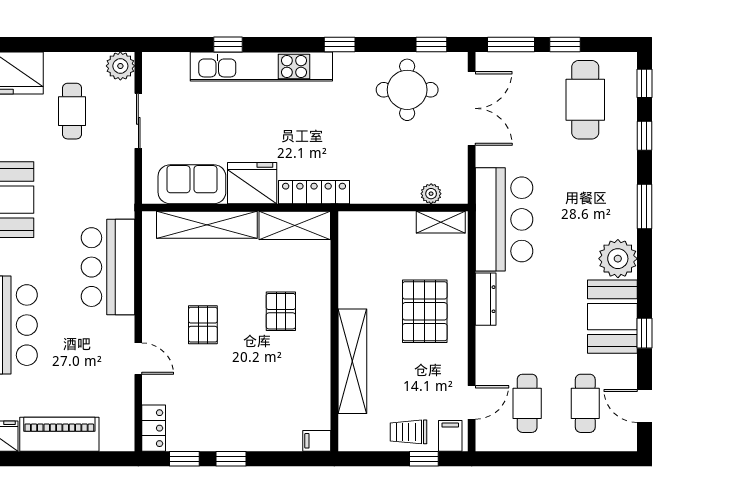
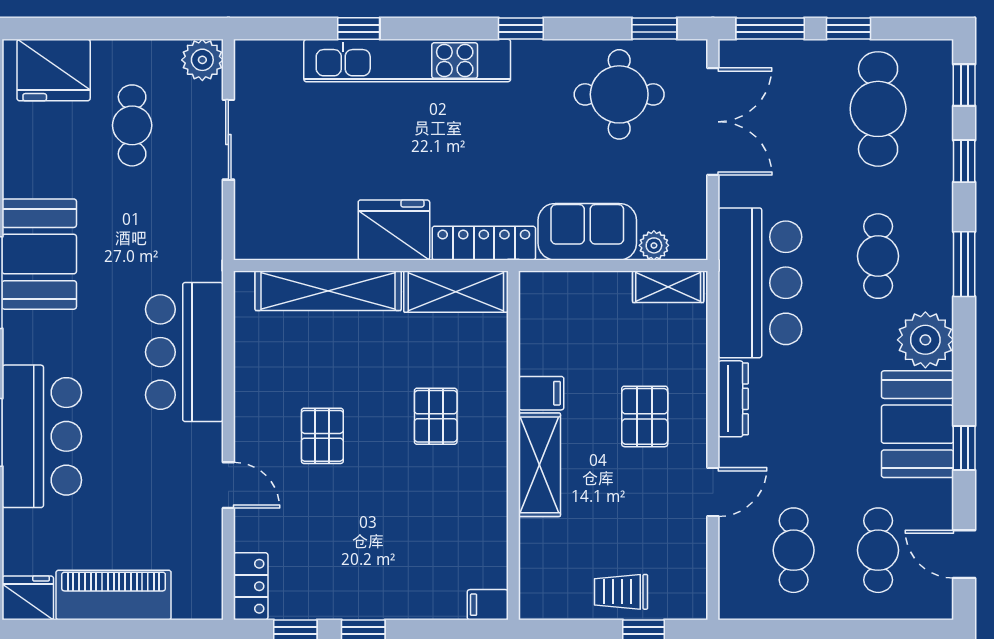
sofa: (192, 184) -> (587, 232), moved
cafe table: (585, 201) -> (878, 256), added
pallet: (425, 311) -> (645, 416), width x0.67, depth x0.71
shelving: (352, 361) -> (539, 465), width x0.68
door: (472, 402) -> (713, 492), moved
filing cabinet: (450, 436) -> (541, 393), moved, turned 90

